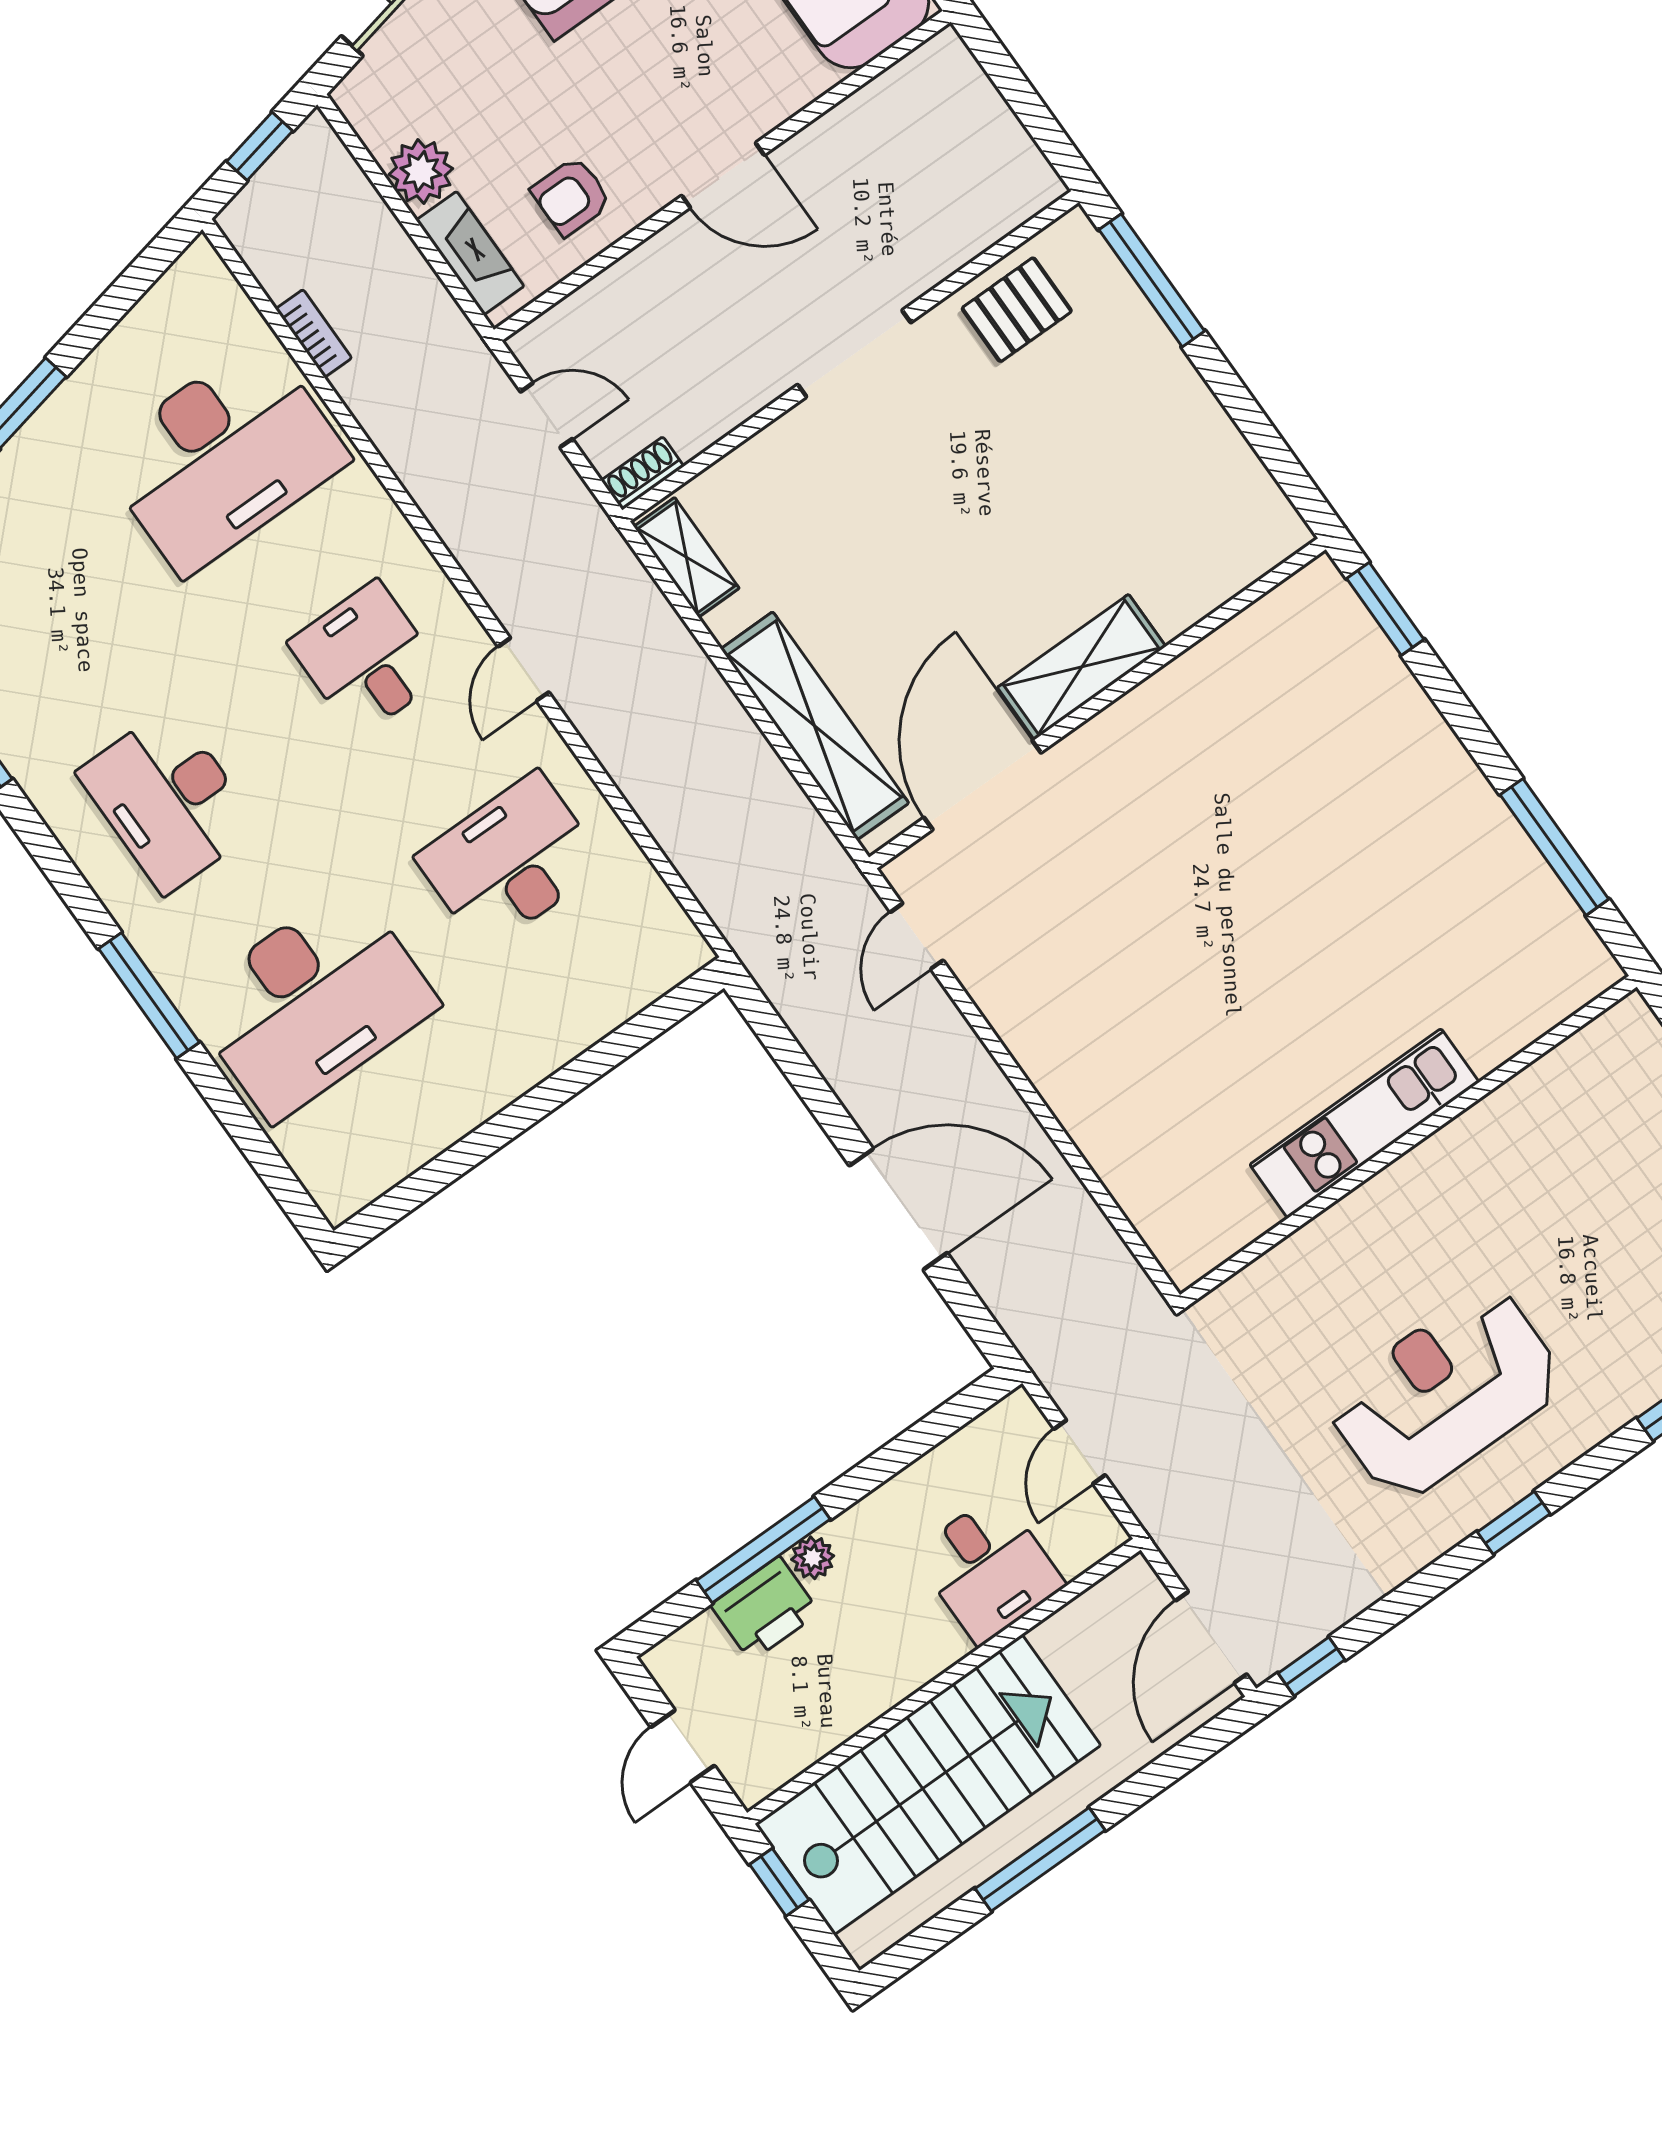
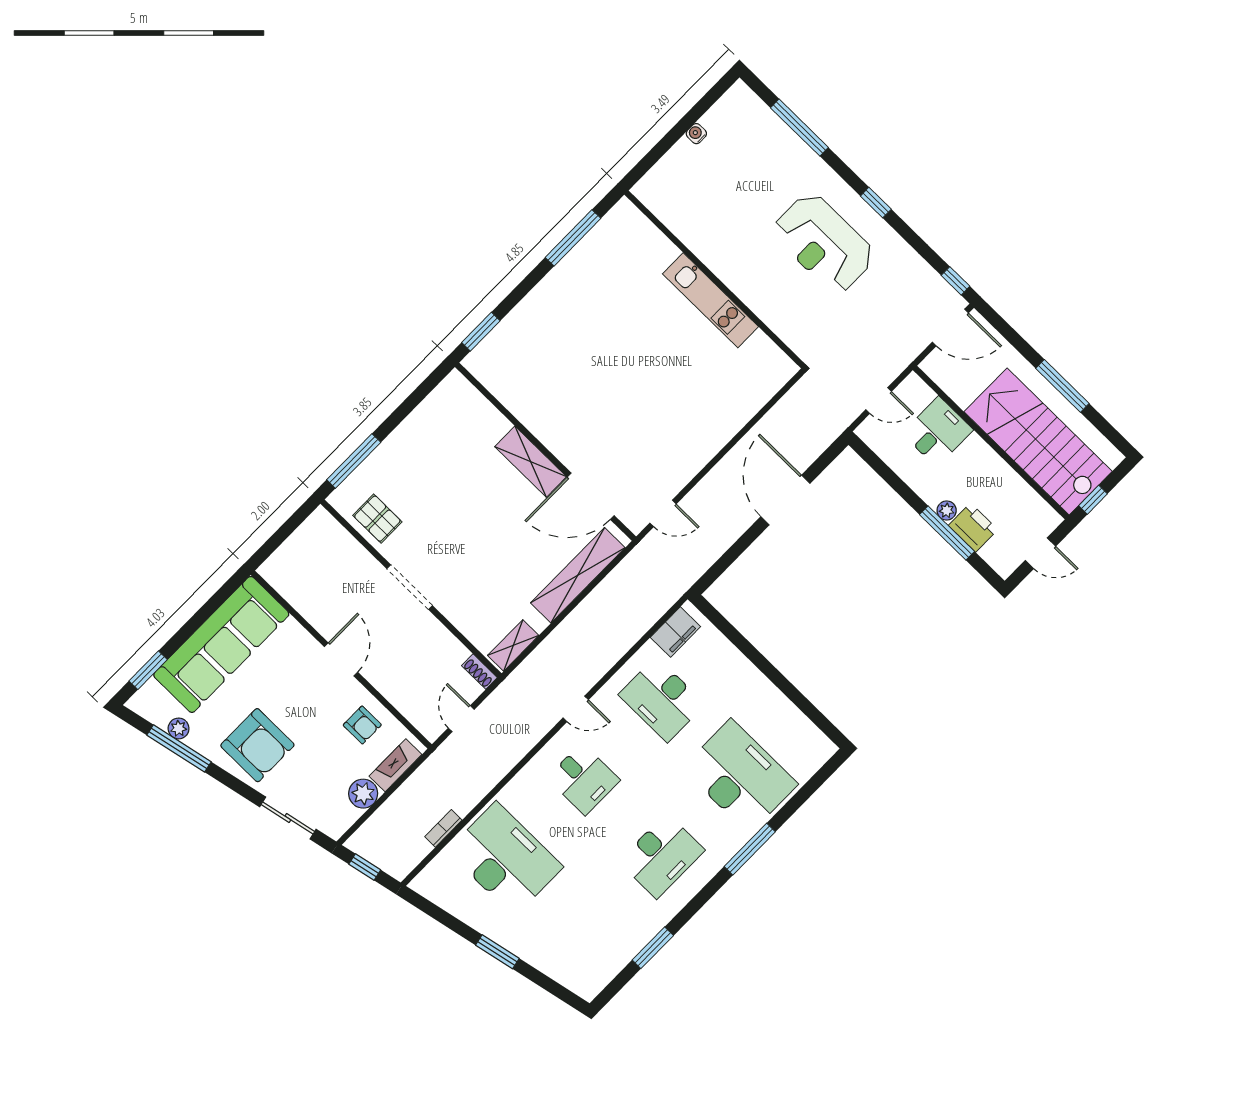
desk: (367, 659) -> (583, 779), turned -90
filing cabinet: (653, 917) -> (675, 632), added

